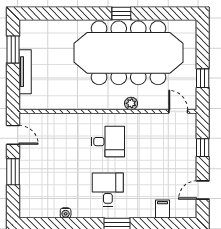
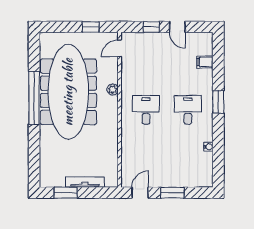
window: (121, 13) -> (34, 98), width x3.17
desk: (108, 189) -> (188, 110), turned 90
door: (203, 190) -> (177, 27), moved

